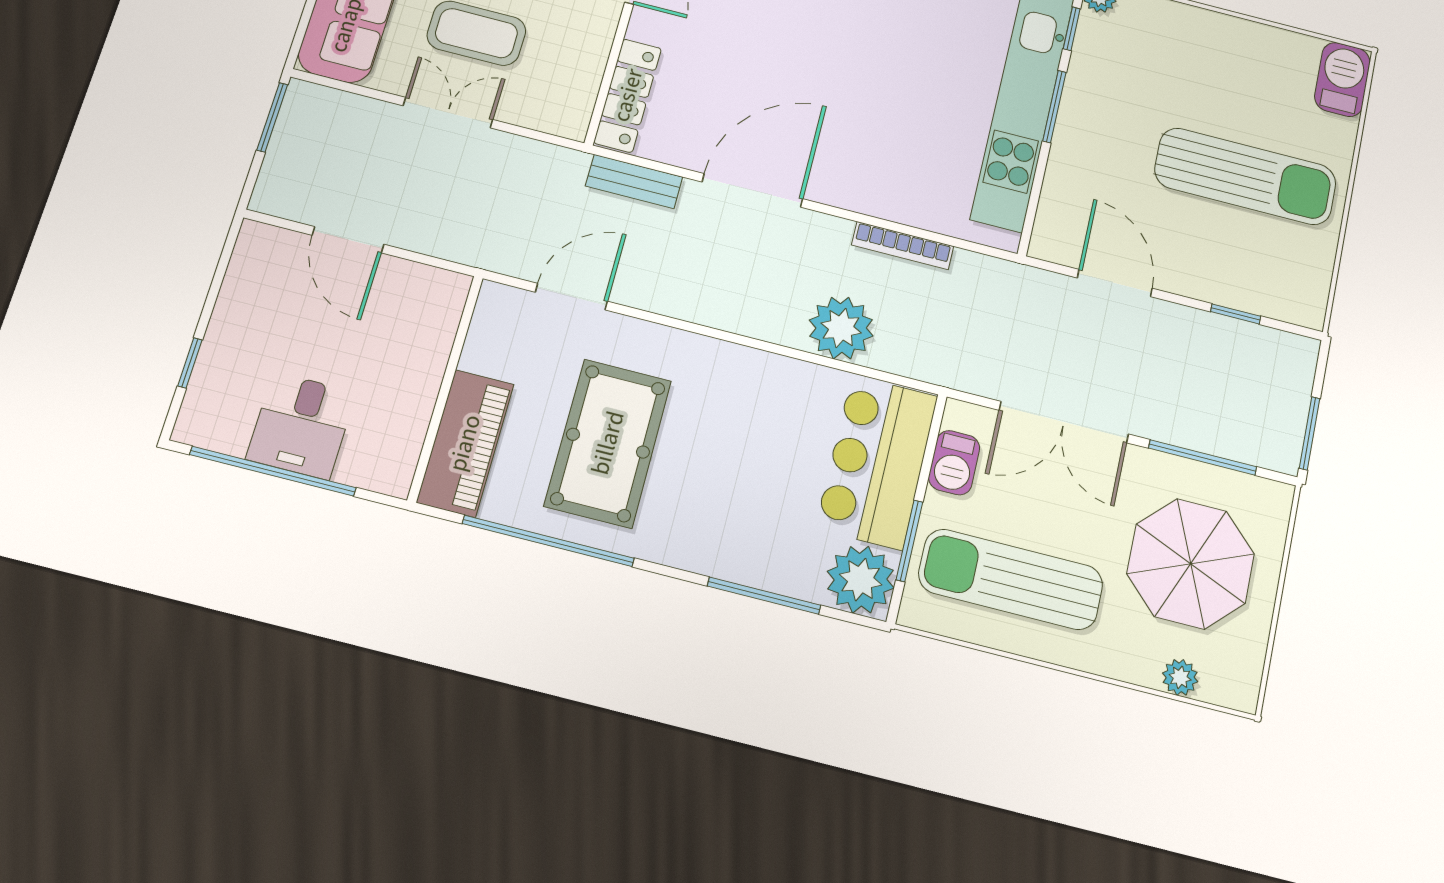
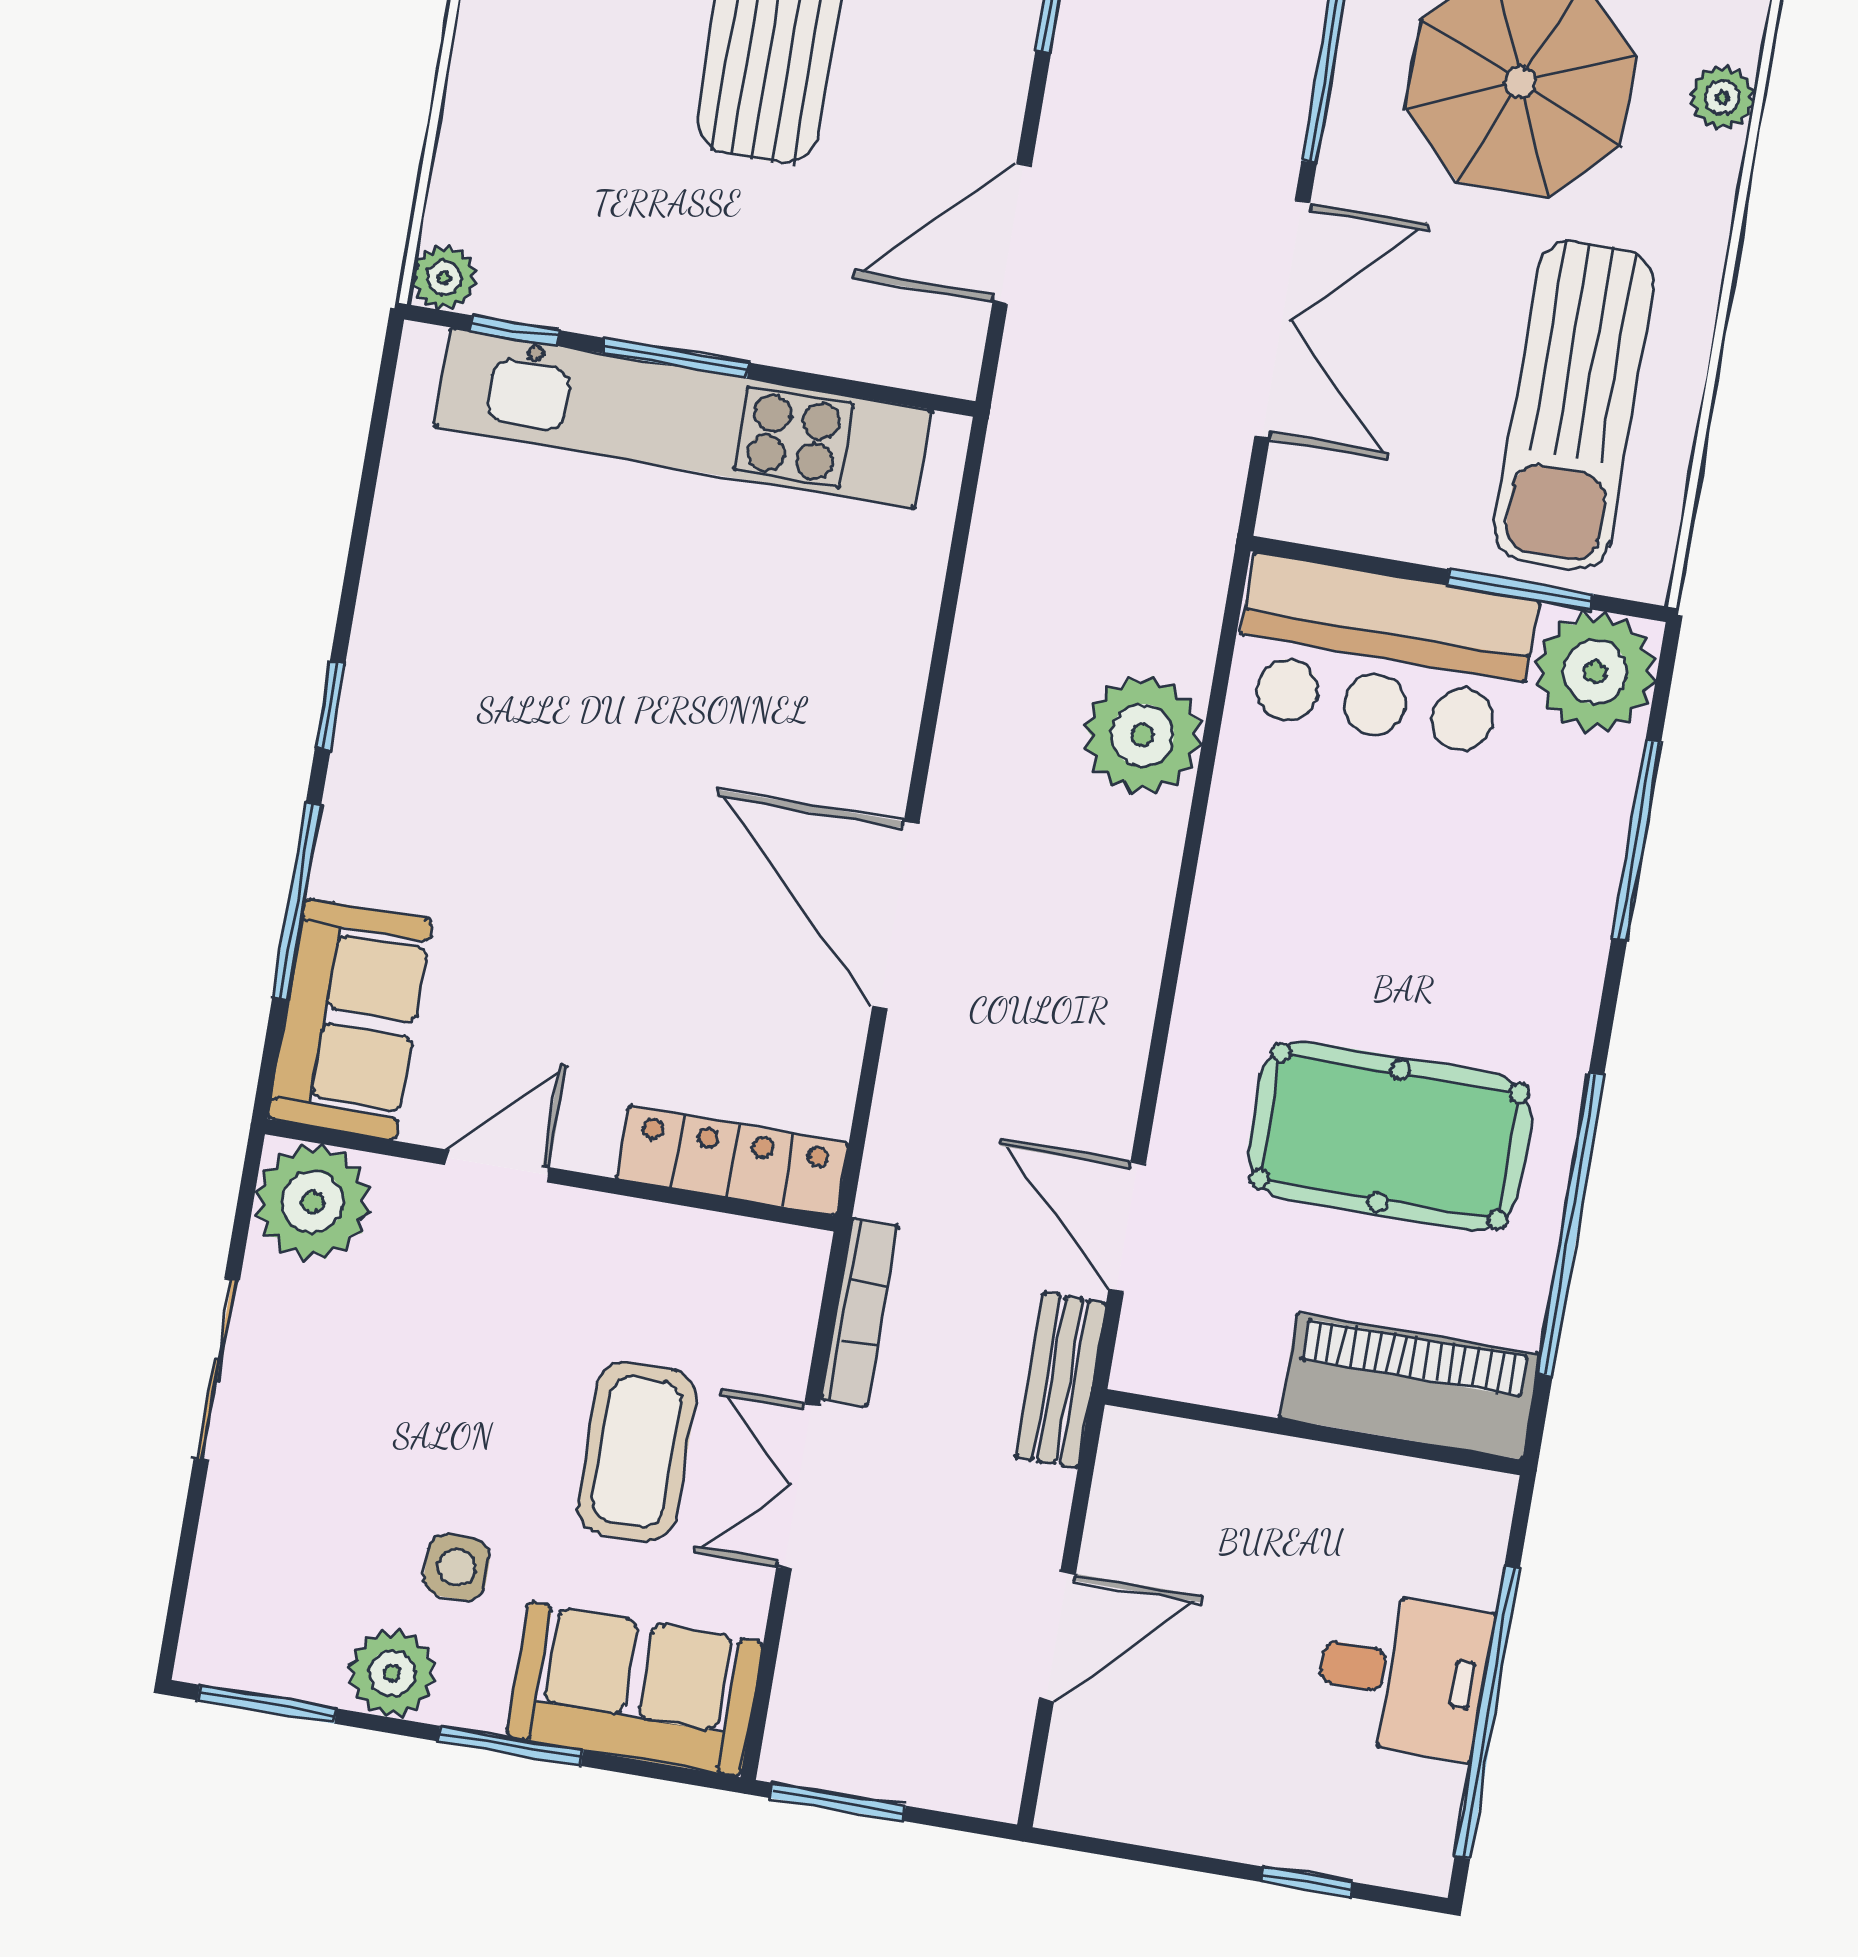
bench: (634, 181) -> (1061, 1380), moved
bookcase: (902, 246) -> (860, 1312), moved
barbecue: (954, 463) -> (1373, 516), removed

